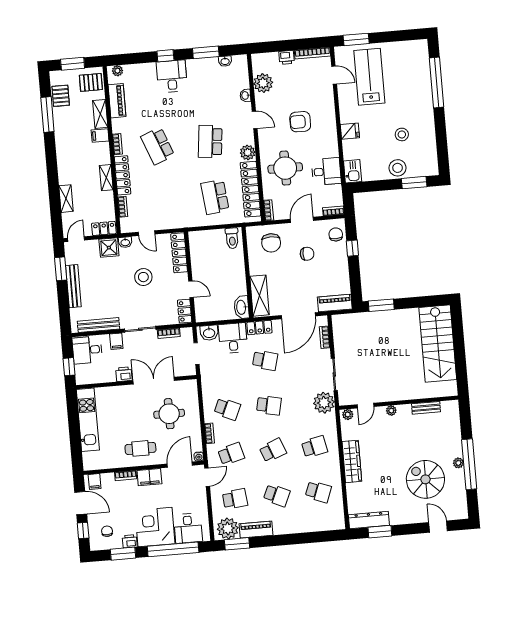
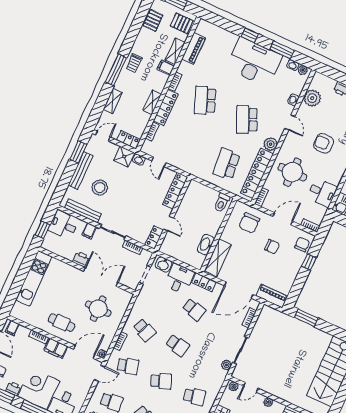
plant: (117, 71) -> (303, 70), moved
desk: (172, 76) -> (254, 62), width x1.87, depth x1.30
window: (47, 115) -> (116, 70), moved
school desk: (210, 142) -> (247, 120), turned -30
trolley: (66, 149) -> (134, 63), added
stool: (143, 277) -> (100, 188), moved
washbasin: (241, 307) -> (206, 244), moved
plant: (324, 403) -> (226, 365), width x0.53, depth x0.53

